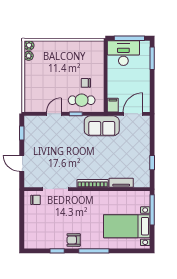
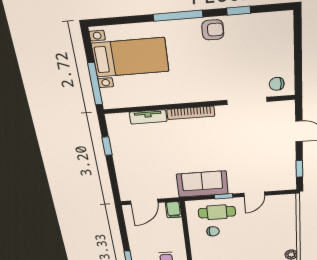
sofa: (102, 126) -> (202, 184), moved

